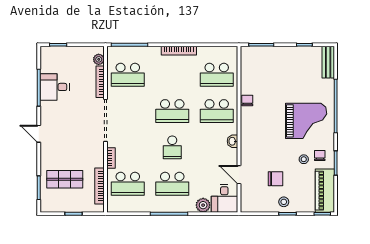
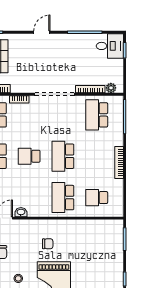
school desk: (217, 75) -> (97, 198), width x0.54
desk: (55, 87) -> (110, 46), moved, turned 90
chair: (247, 100) -> (48, 244), moved
washbasin: (232, 141) -> (21, 212), moved

